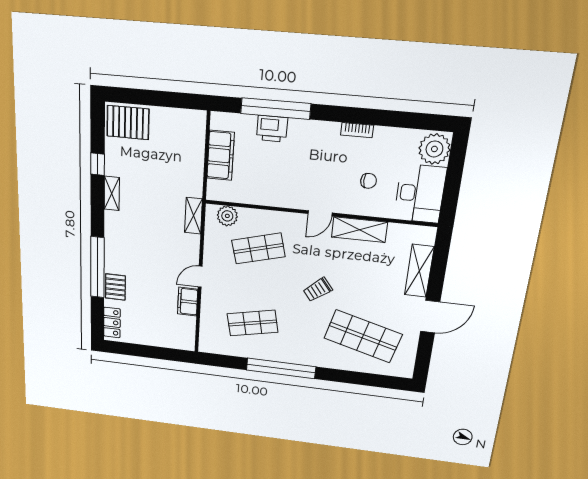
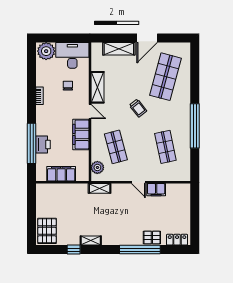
filing cabinet: (283, 195) -> (81, 134), added
door: (430, 317) -> (147, 38), swing flipped

